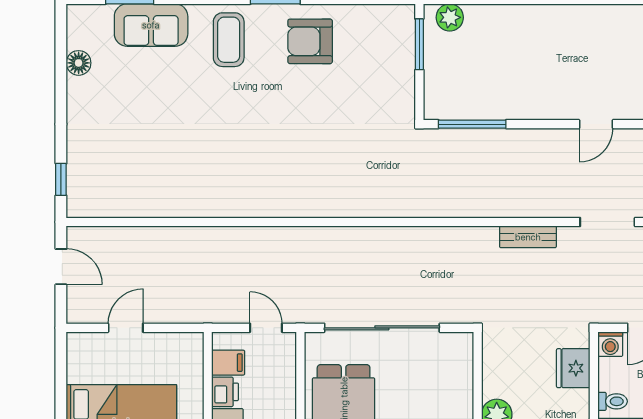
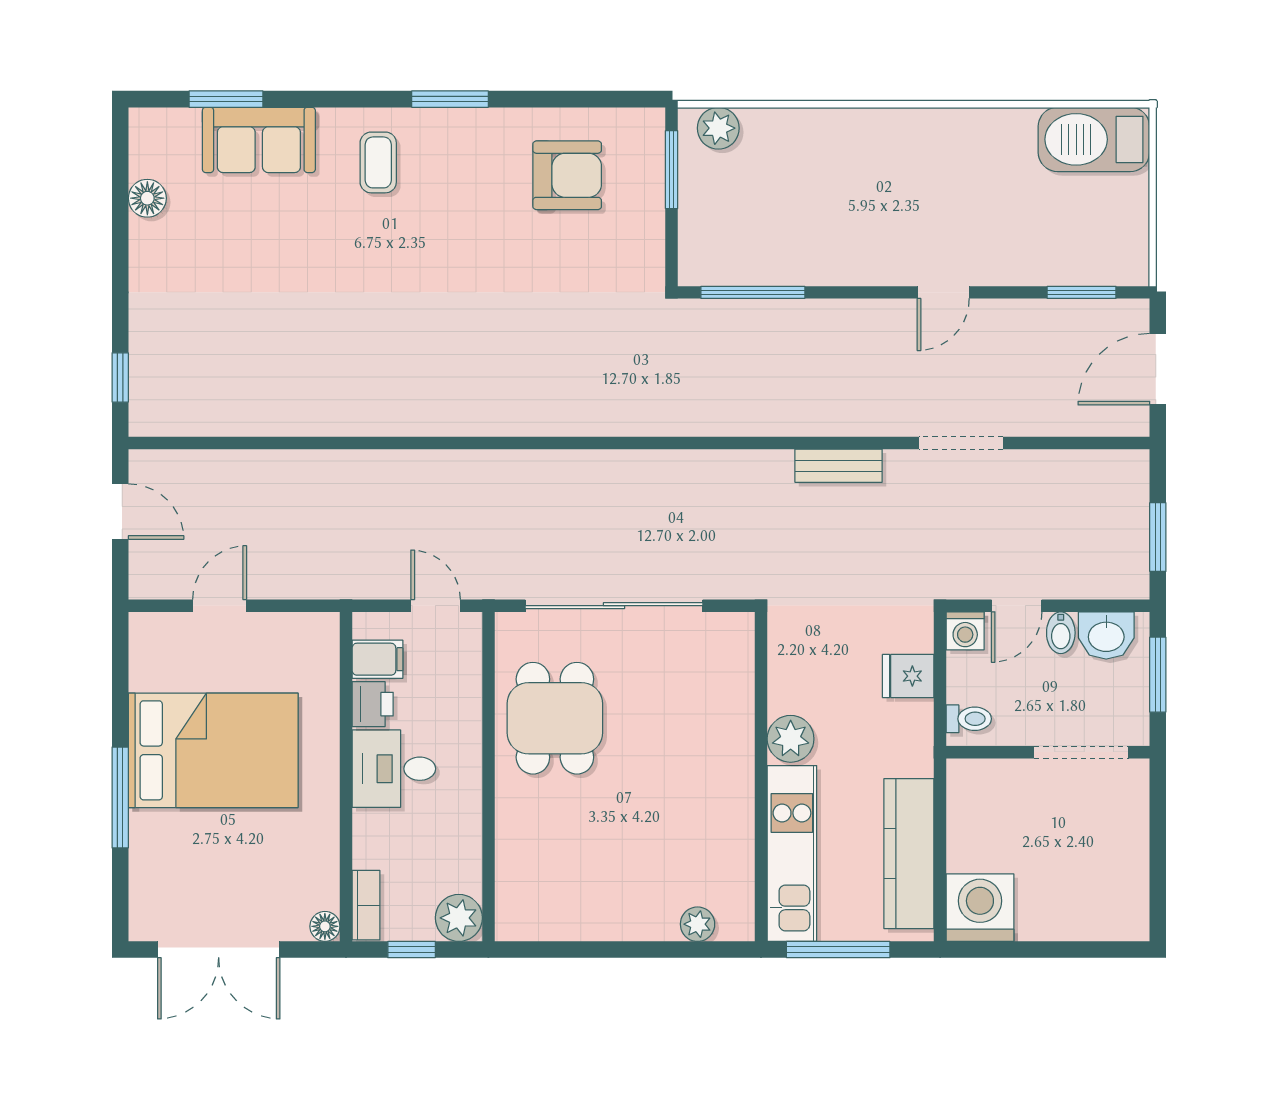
coffee table: (229, 40) -> (378, 162), width x0.73, depth x0.77
armchair: (310, 41) -> (567, 175), moved, turned 180
fridge: (573, 368) -> (908, 676), width x0.72

